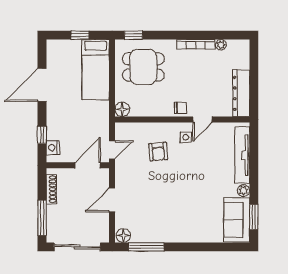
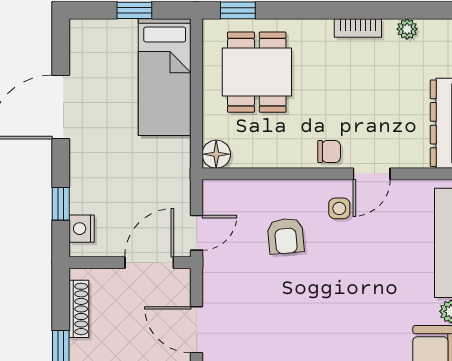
bookcase: (195, 44) -> (358, 28), width x0.64
dining table: (143, 67) -> (257, 72), turned 90
door: (112, 200) -> (197, 330), hinge flipped

